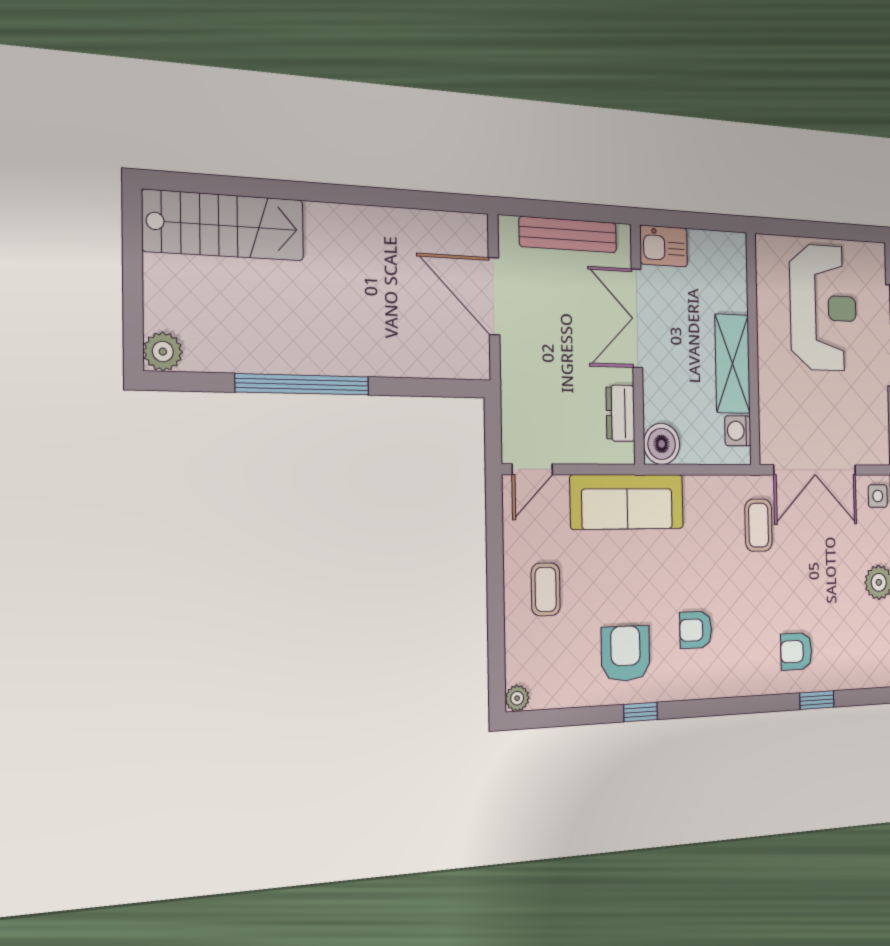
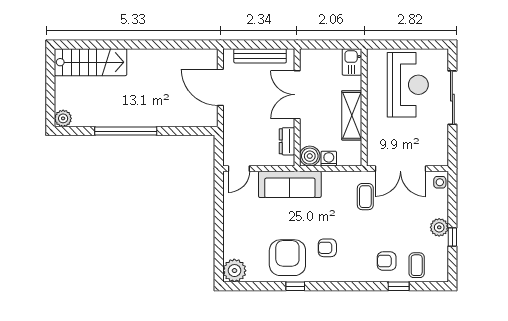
kitchen sink: (664, 246) -> (352, 62), moved, turned 90
washing machine: (738, 431) -> (329, 159), moved, turned 90
coffee table: (546, 589) -> (417, 265), moved
armchair: (626, 653) -> (287, 258), width x1.36, depth x1.36
plant: (517, 698) -> (234, 271), width x1.87, depth x1.87

